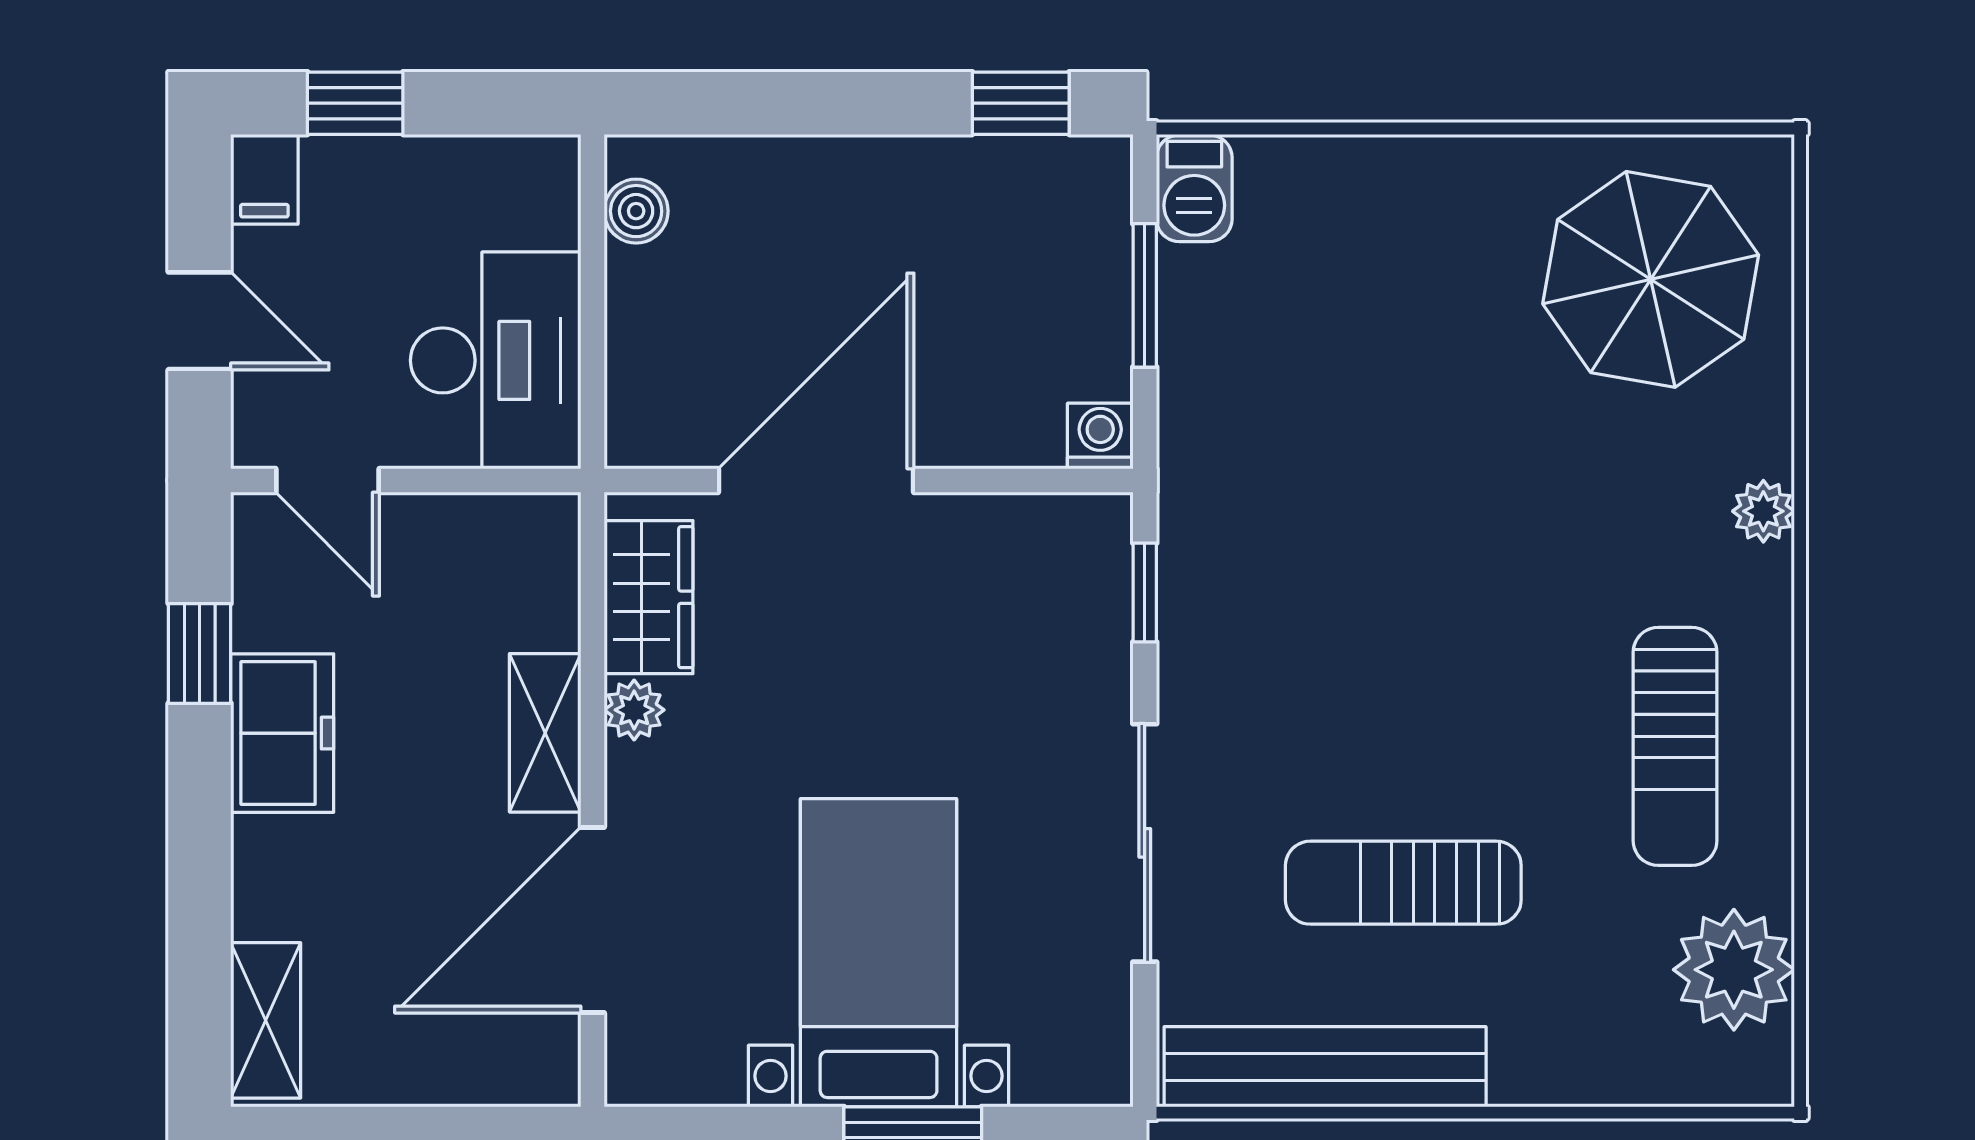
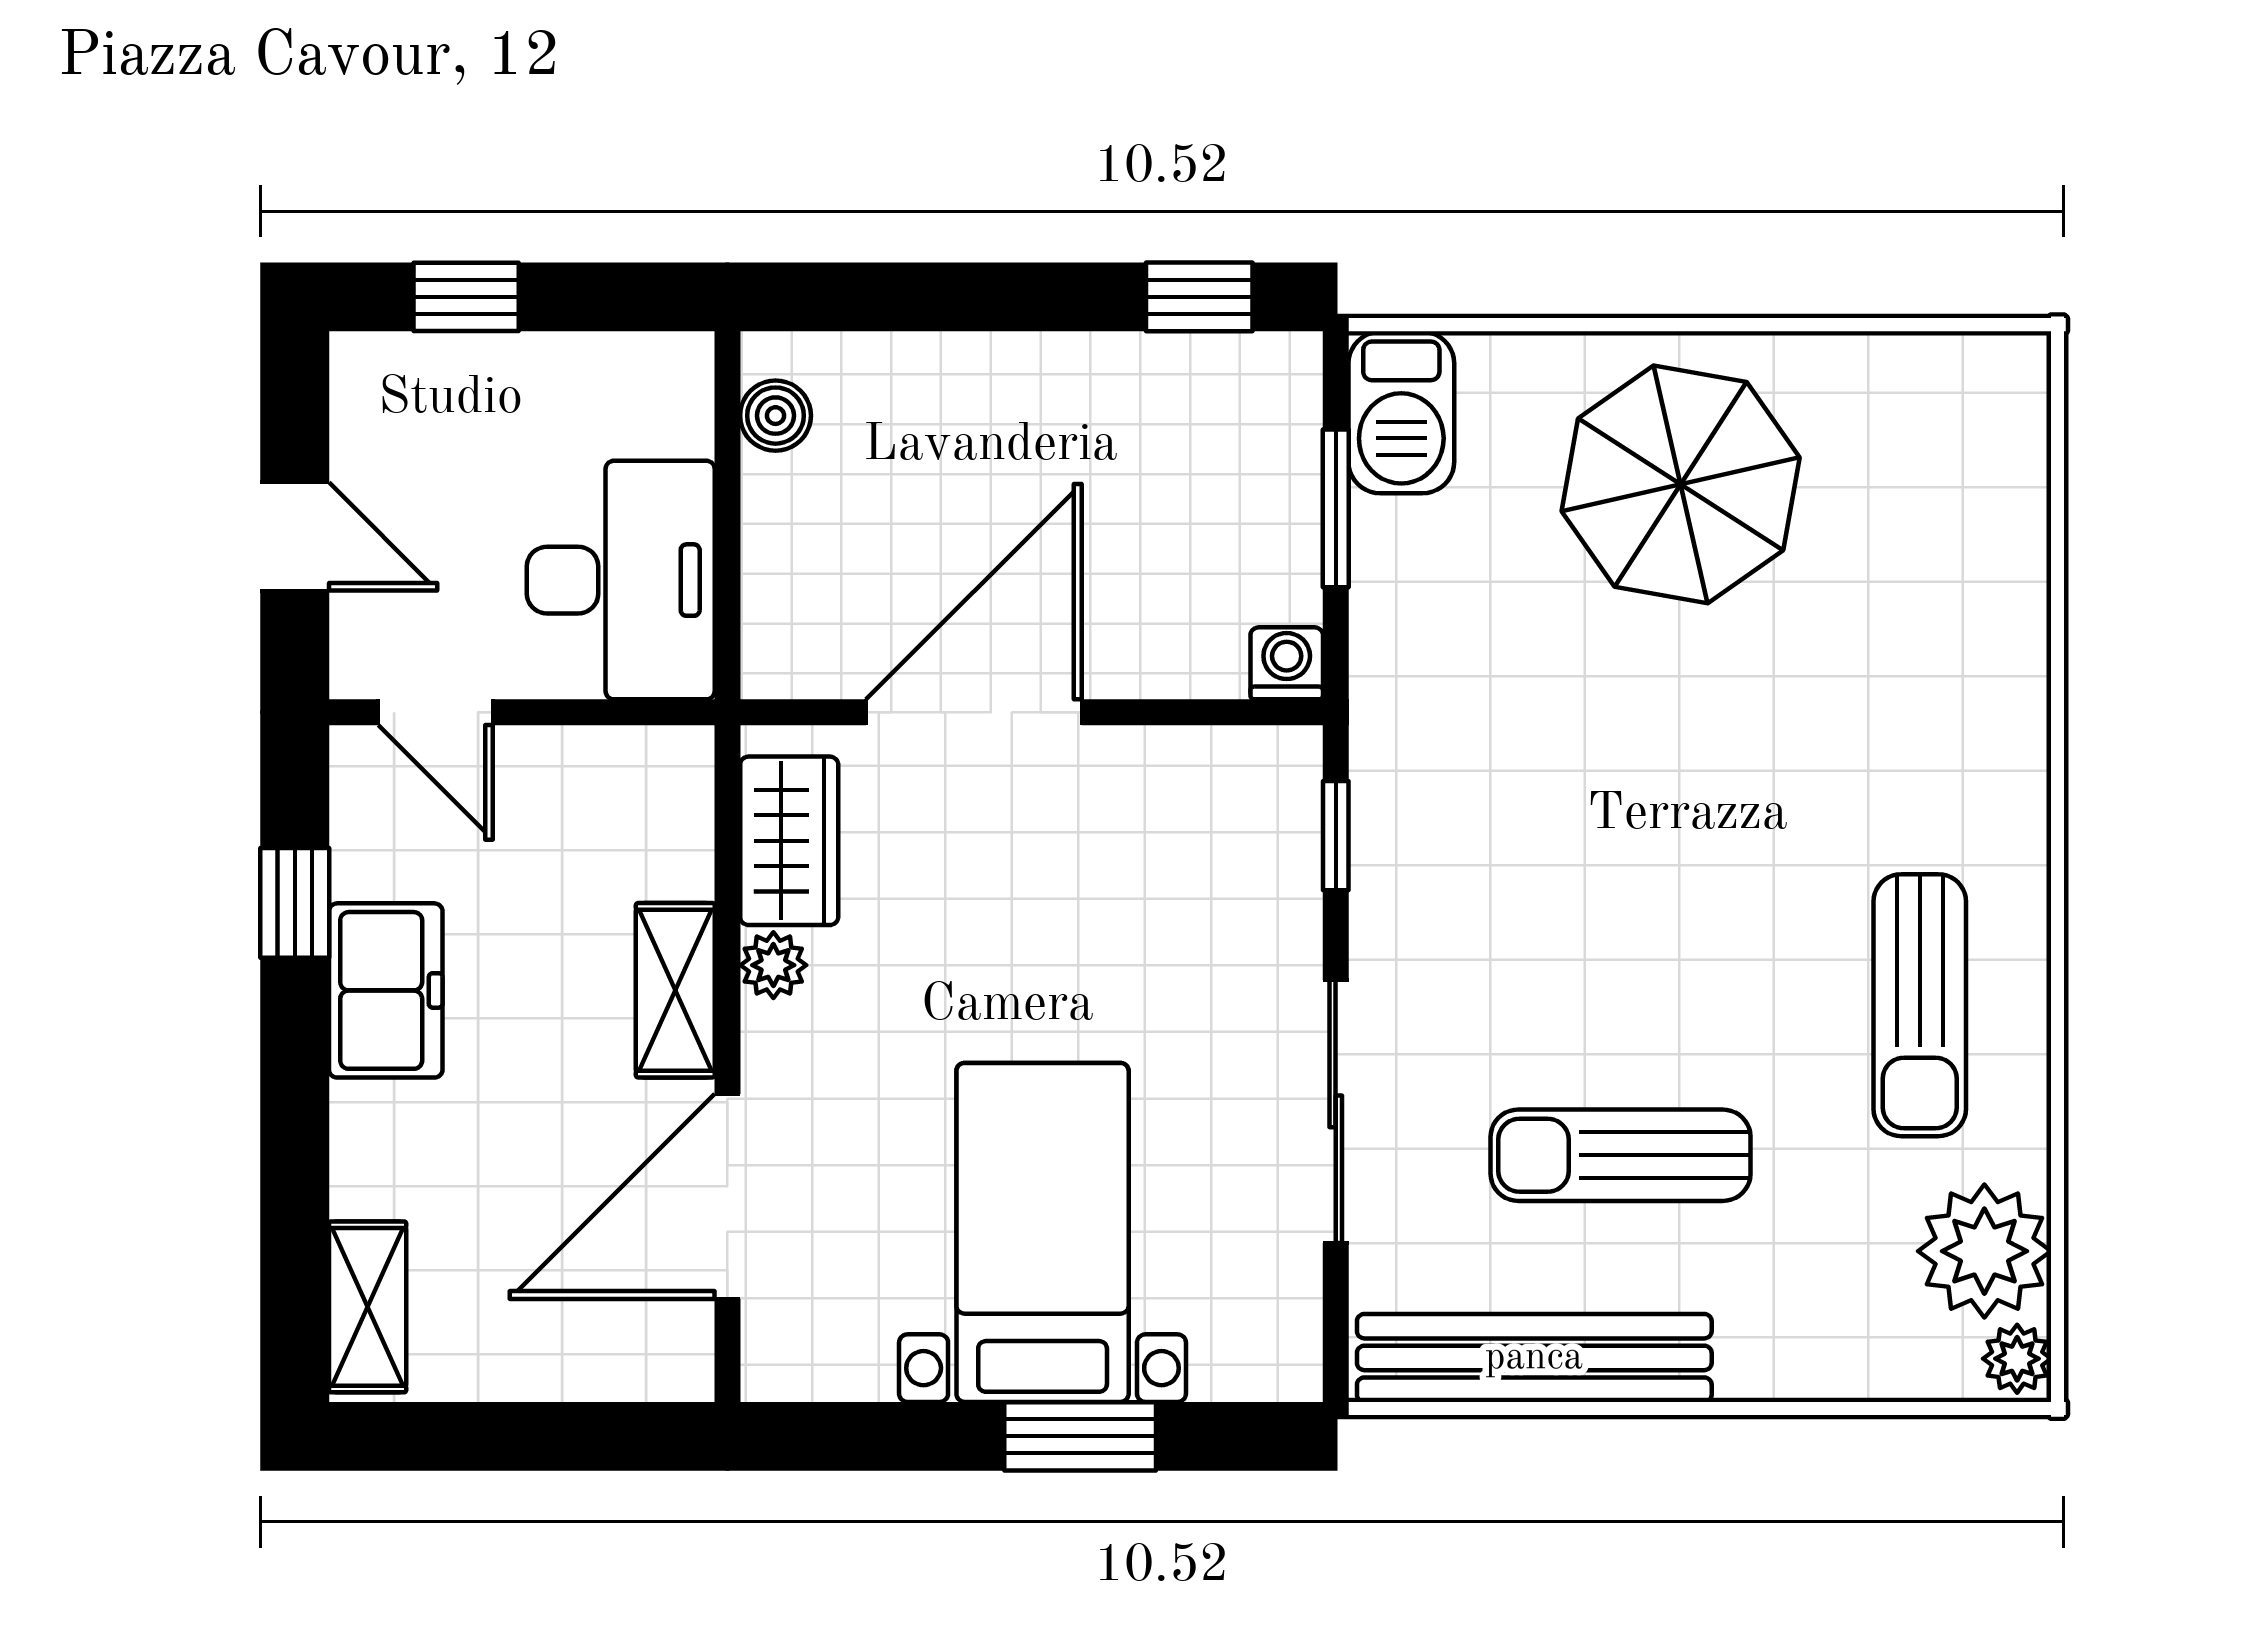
filing cabinet: (264, 179) -> (366, 381), removed
barbecue: (1194, 188) -> (1401, 413), width x1.38, depth x1.27
parasol: (1651, 279) -> (1681, 484), moved
plant: (1763, 511) -> (2017, 1359), moved

